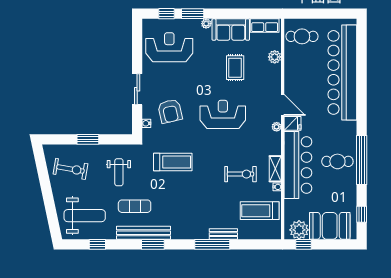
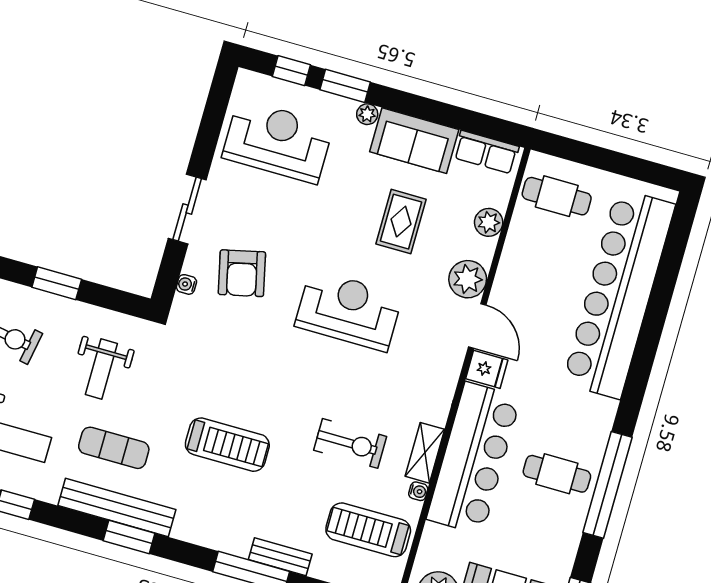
plant: (277, 127) -> (468, 279), moved, width x1.87, depth x1.87
treadmill: (173, 162) -> (227, 445), moved

